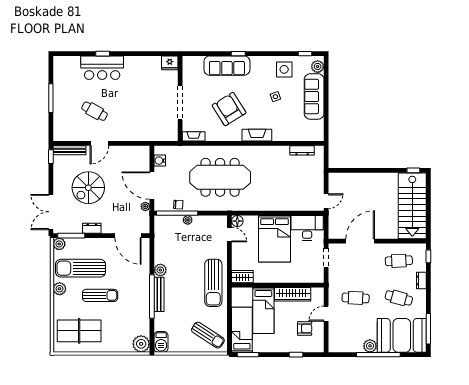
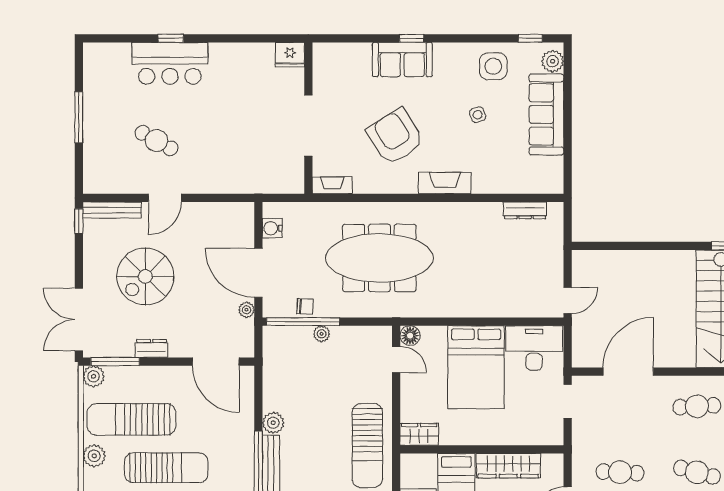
sofa: (227, 66) -> (402, 60), width x0.73
sun lounger: (100, 295) -> (166, 468), width x1.36, depth x1.34

